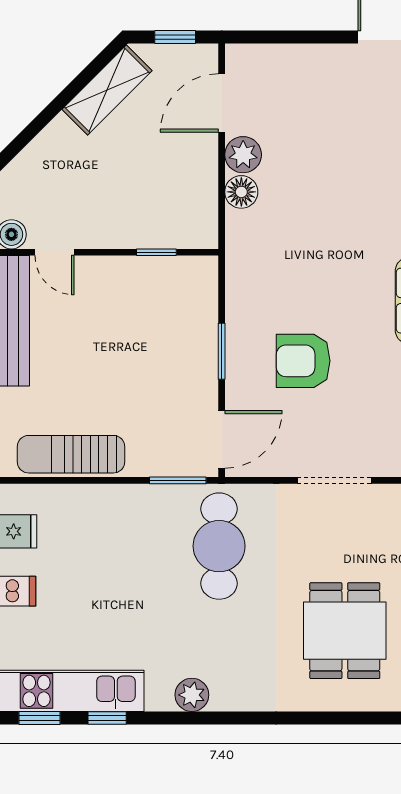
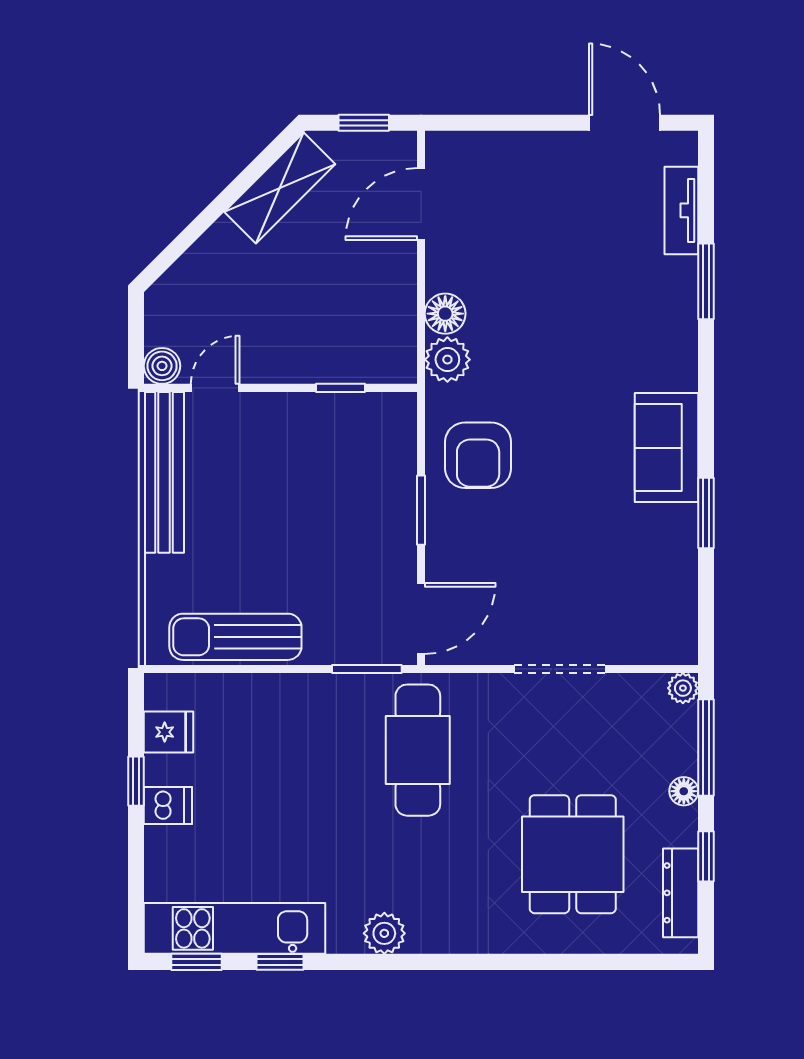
plant: (243, 155) -> (447, 360), moved
door: (55, 252) -> (215, 388), swing flipped
armchair: (303, 361) -> (478, 455), moved, turned -90

